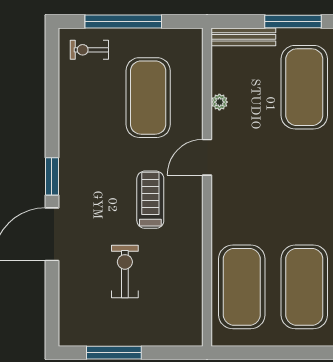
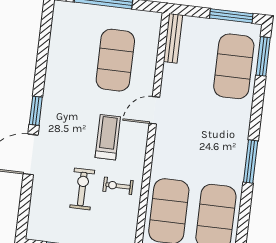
bench: (243, 37) -> (173, 38), moved, turned 90
exercise bike: (89, 50) -> (118, 186), moved
plant: (219, 102) -> (169, 70), removed

